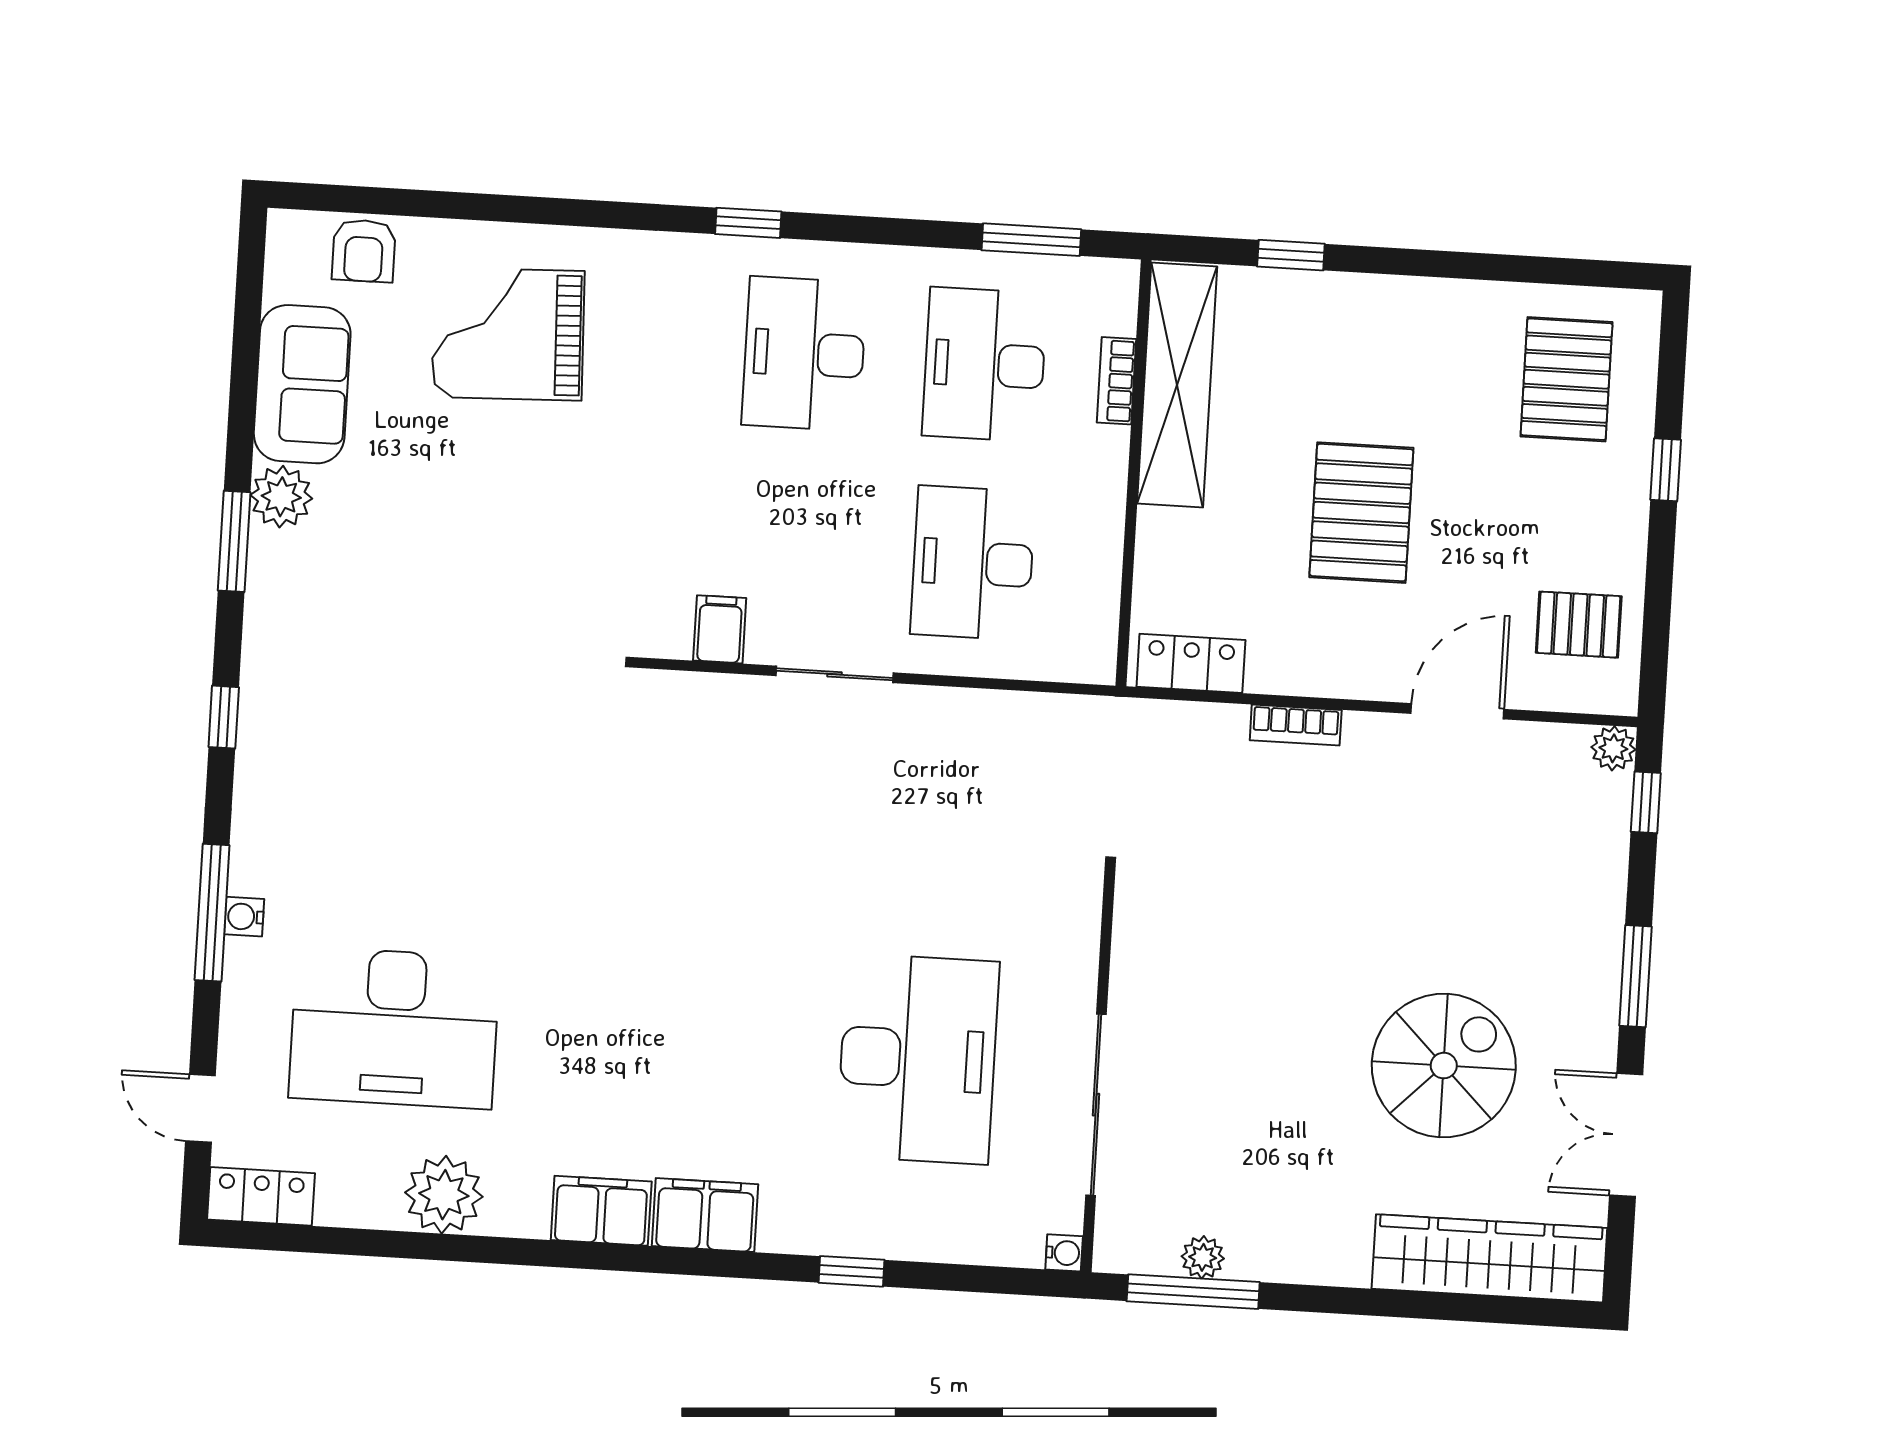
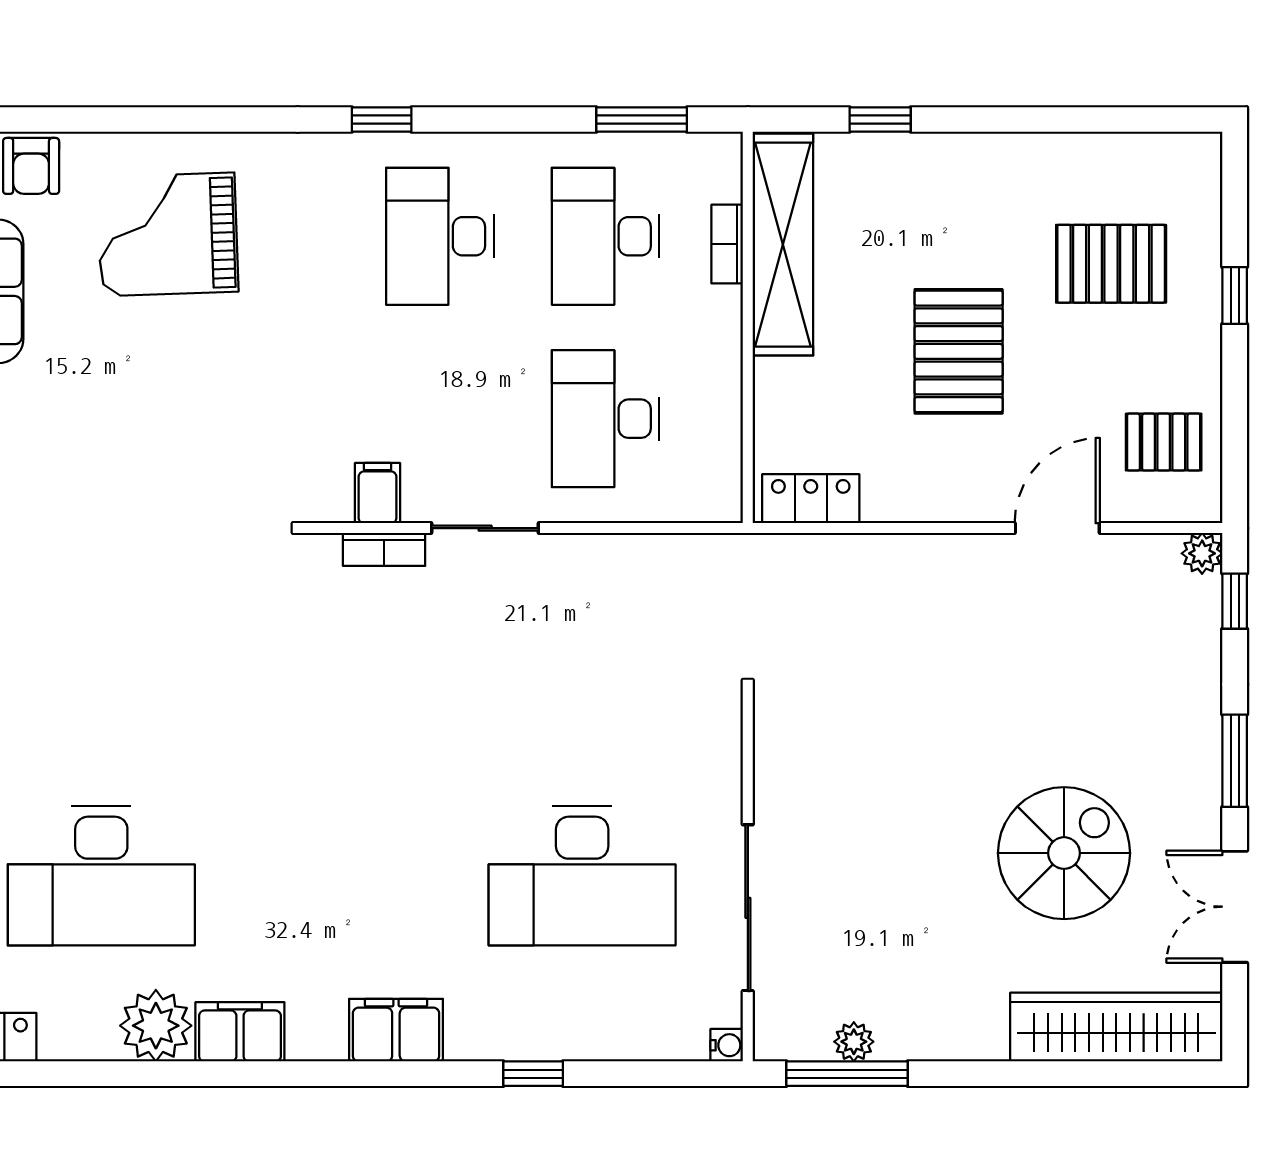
pallet: (1567, 379) -> (1111, 264), moved, turned 90
bookcase: (1296, 725) -> (384, 549), moved
desk: (918, 1059) -> (582, 876), turned 90
filing cabinet: (601, 1211) -> (240, 1032), moved

